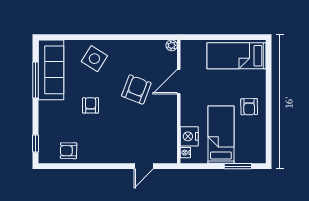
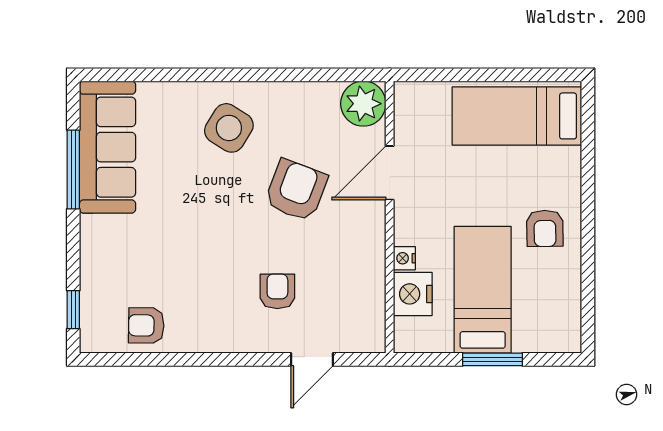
plant: (172, 45) -> (363, 104), width x1.87, depth x1.87
side table: (94, 59) -> (229, 128), moved
armchair: (91, 105) -> (277, 291), moved
nightstand: (185, 153) -> (404, 258), moved
window: (238, 166) -> (492, 359), moved

